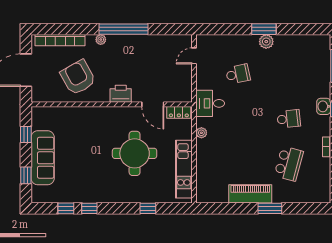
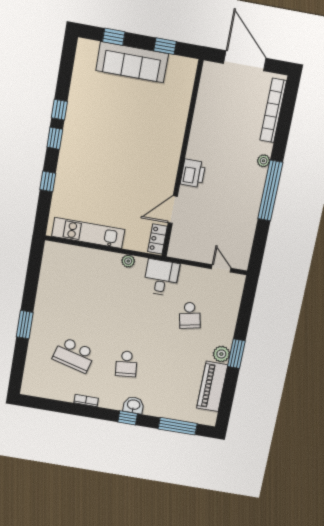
armchair: (78, 77) -> (223, 125), removed
round table: (135, 153) -> (118, 177), removed
piano: (250, 194) -> (212, 386), moved, turned 180
window: (66, 208) -> (55, 138), moved

